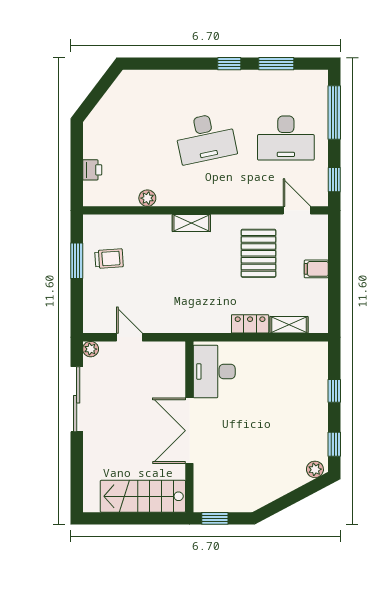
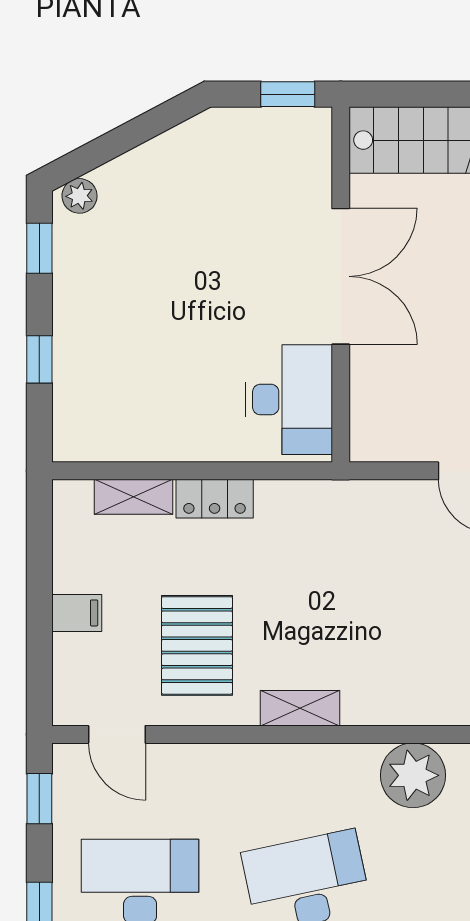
plant: (147, 198) -> (413, 775), width x1.87, depth x1.87
shelving: (191, 223) -> (300, 708), moved

